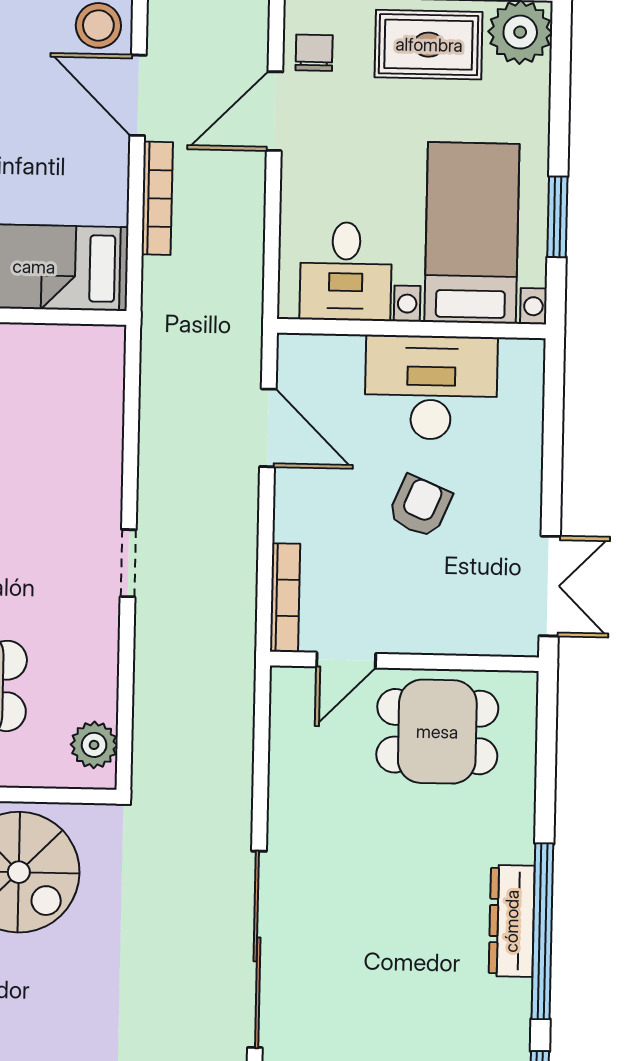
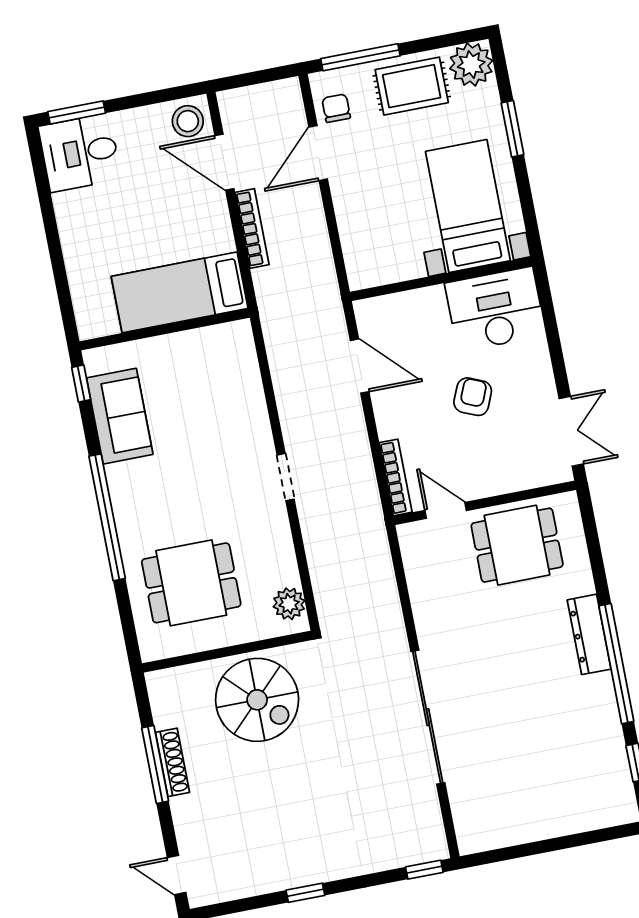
window: (557, 217) -> (512, 129), moved
desk: (346, 271) -> (389, 250), removed
desk: (431, 387) -> (495, 309), moved
door: (346, 660) -> (446, 510), swing flipped
dresser: (512, 921) -> (589, 634), moved

